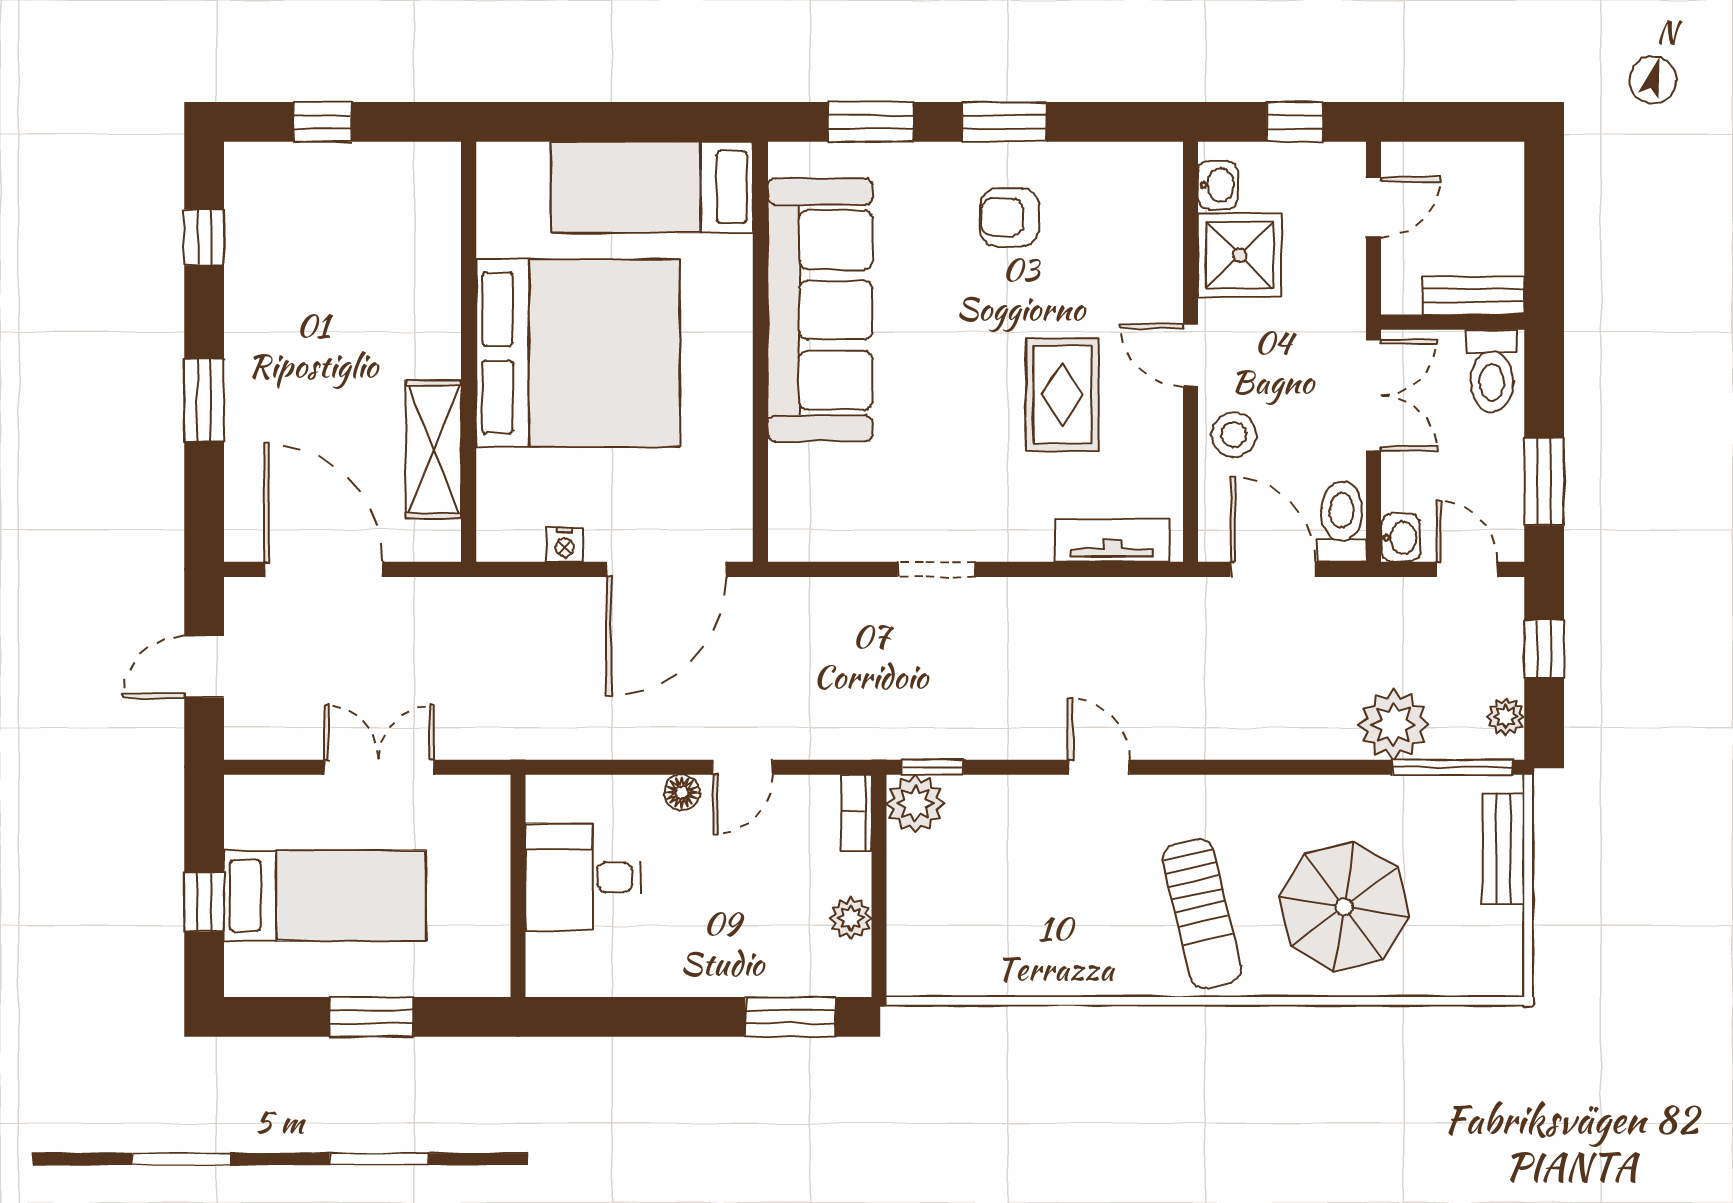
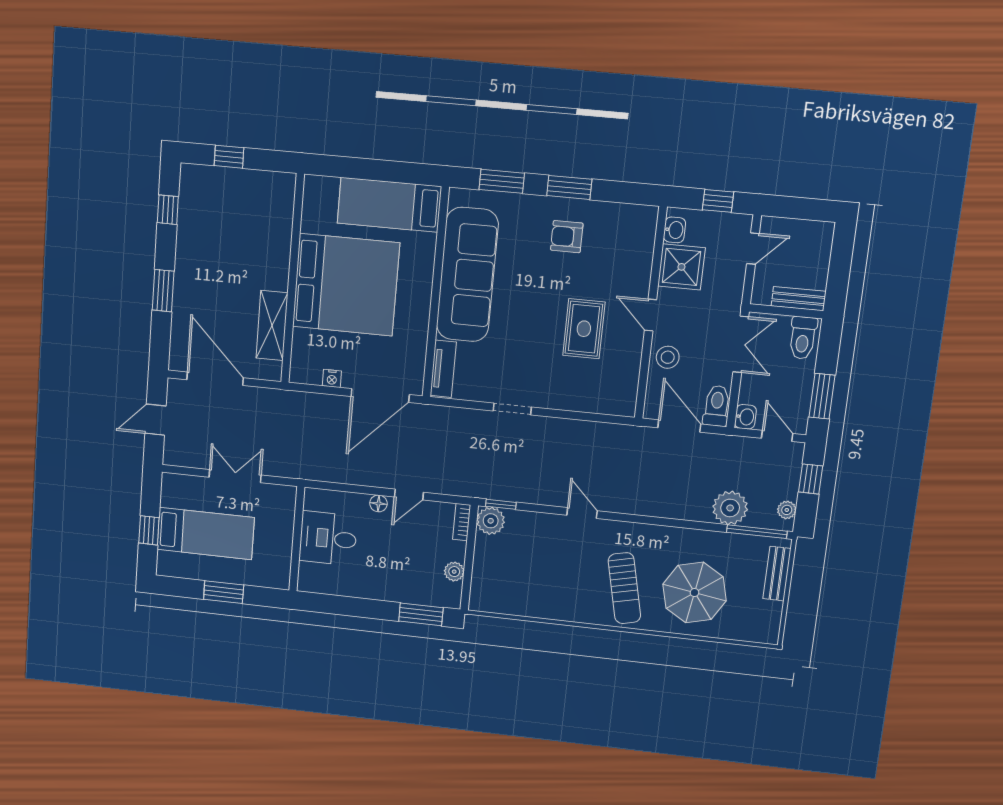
tv unit: (1112, 540) -> (443, 369), moved, turned 90

